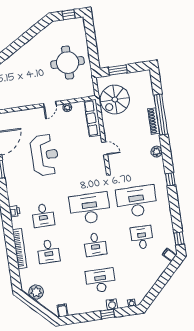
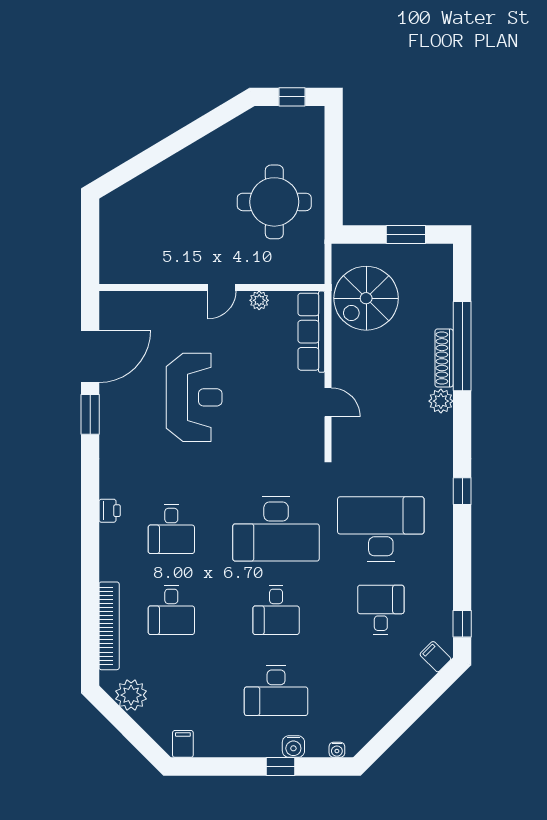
window: (118, 70) -> (406, 234), moved
plant: (157, 152) -> (441, 401), moved
desk: (90, 208) -> (276, 529), turned 180
bookcase: (20, 249) -> (109, 626), moved
desk: (101, 281) -> (276, 691), turned 180

